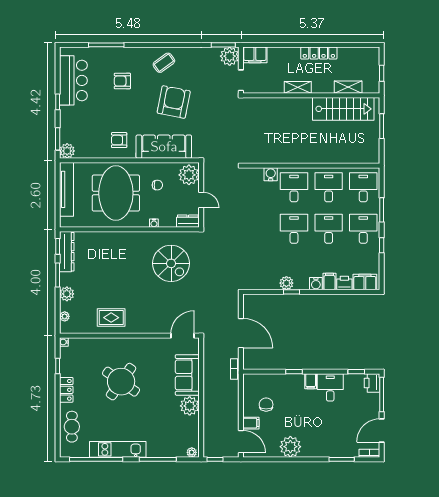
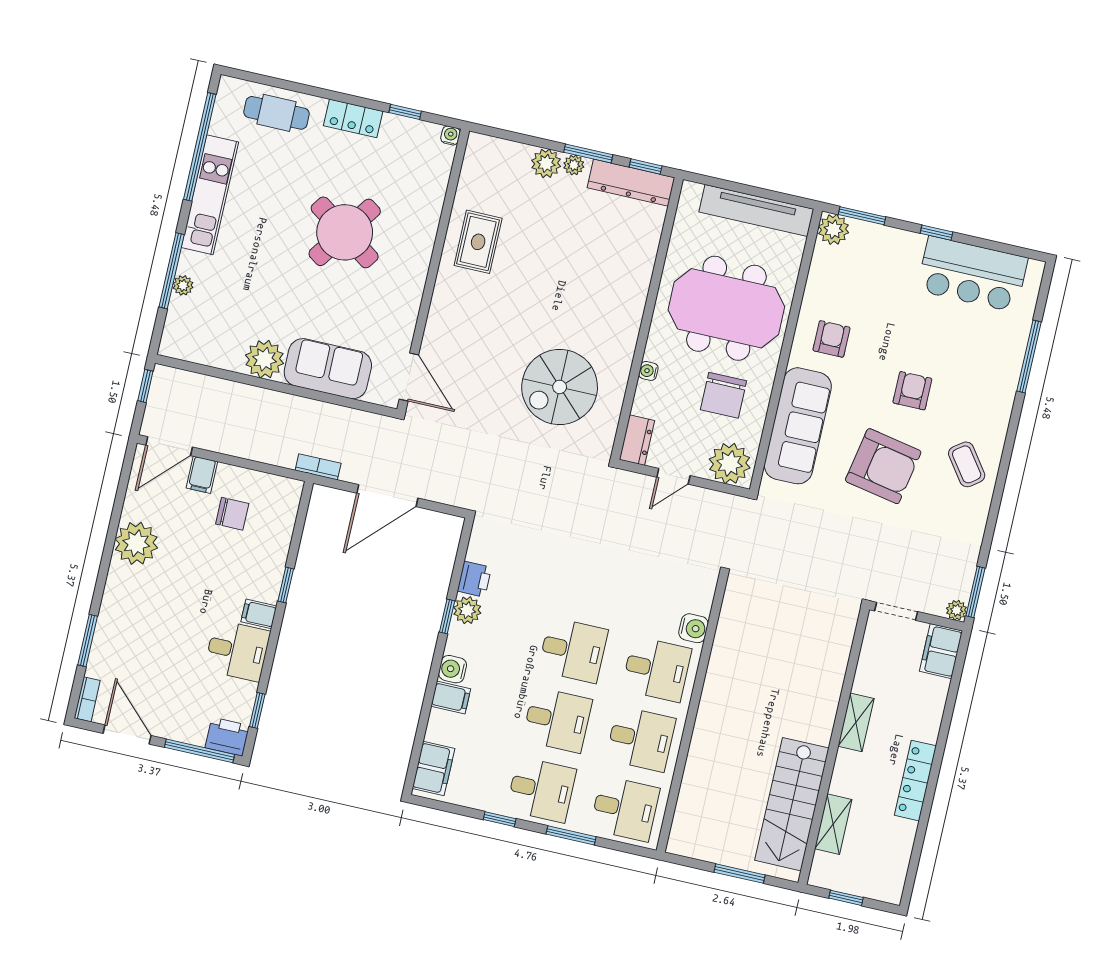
plant: (230, 56) -> (957, 610), width x0.53, depth x0.53
armchair: (122, 81) -> (912, 391), moved
chair: (157, 185) -> (724, 395), width x1.87, depth x1.87
printer: (344, 283) -> (474, 579), moved
plant: (65, 316) -> (574, 165), moved
plant: (192, 452) -> (183, 285), moved

